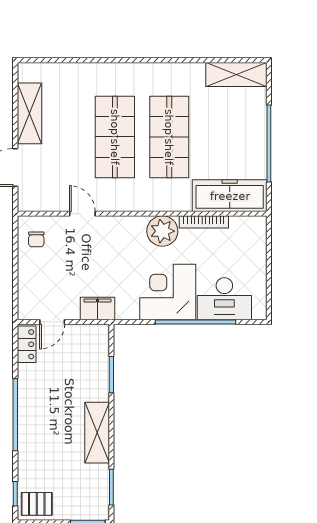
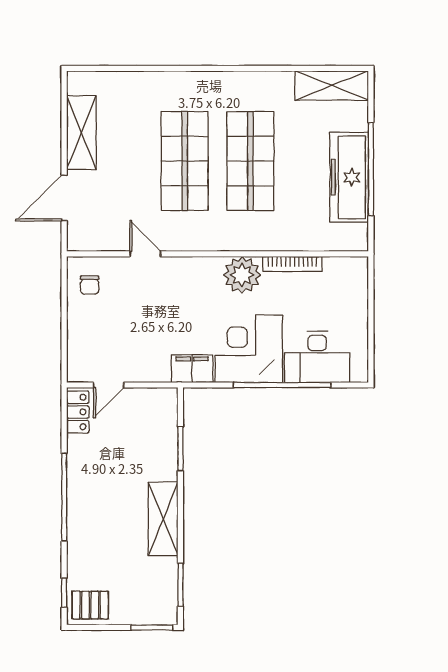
freezer: (230, 196) -> (349, 177), moved, turned -90
filing cabinet: (98, 308) -> (192, 369), moved

